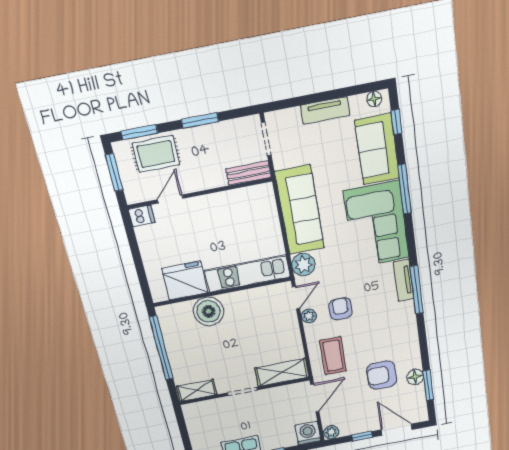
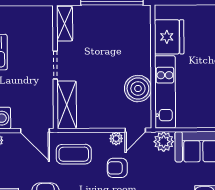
door: (296, 298) -> (135, 130), hinge flipped
armchair: (341, 309) -> (117, 168), turned 180
boiler: (208, 311) -> (138, 89), moved

